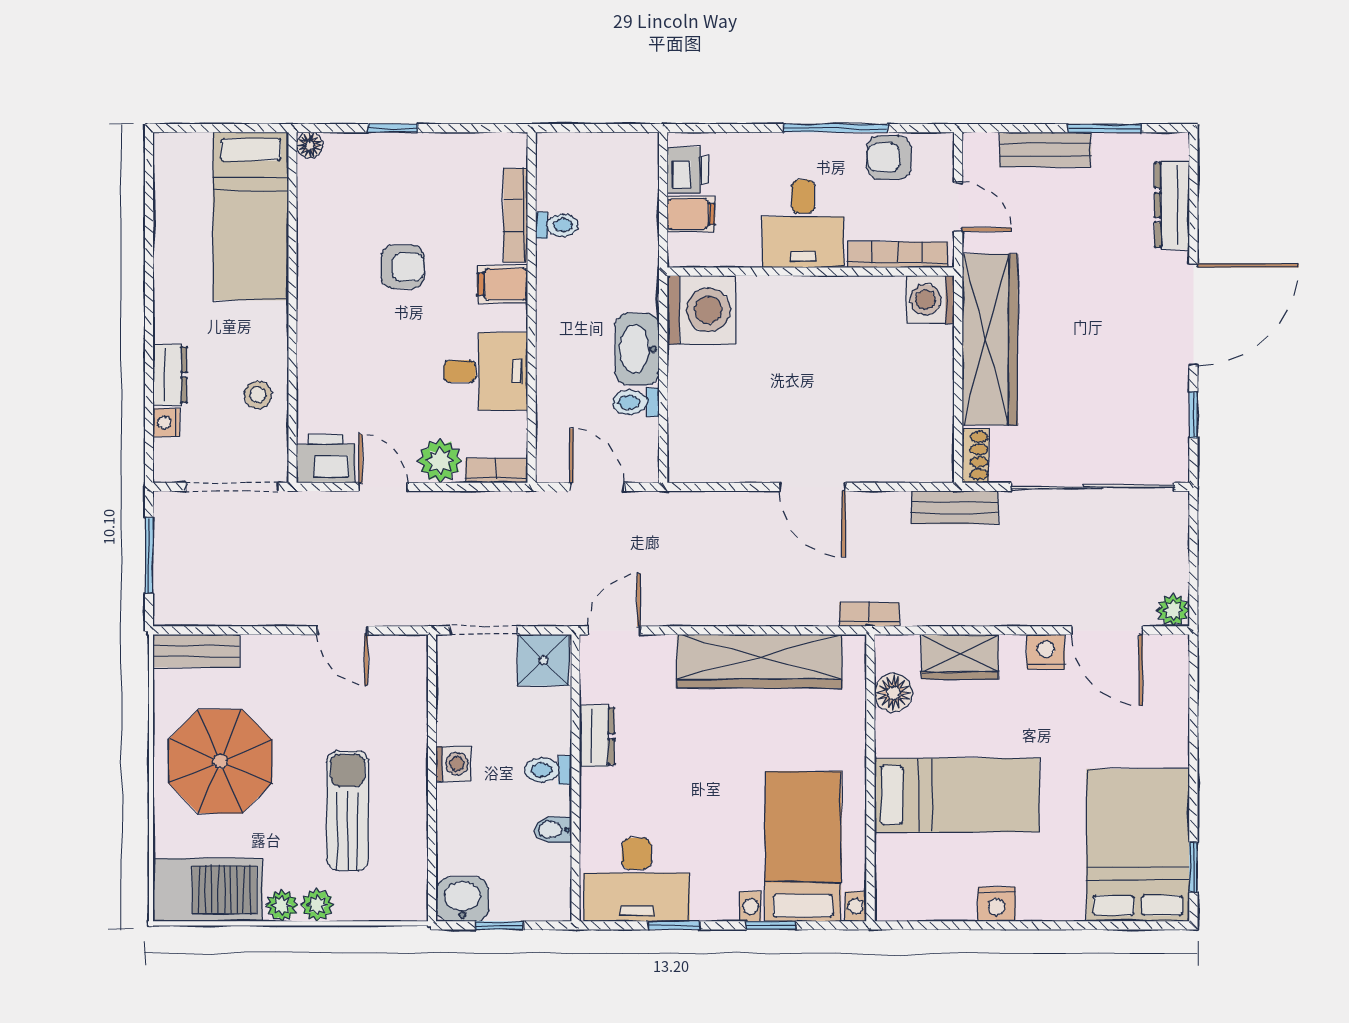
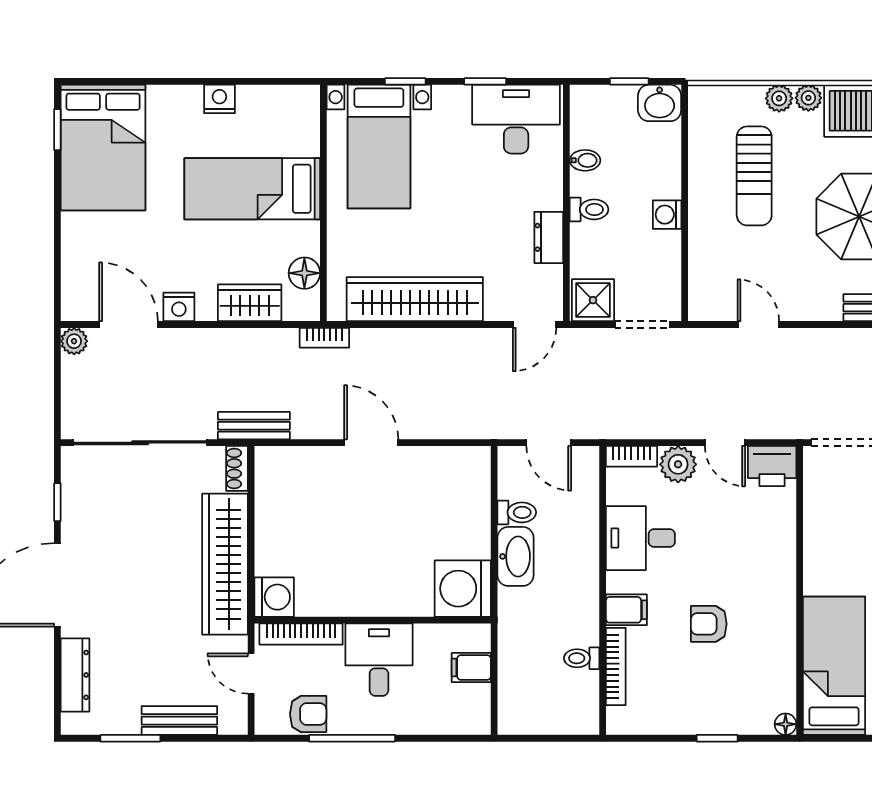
printer: (688, 170) -> (474, 704), removed
stool: (258, 395) -> (828, 519), removed

